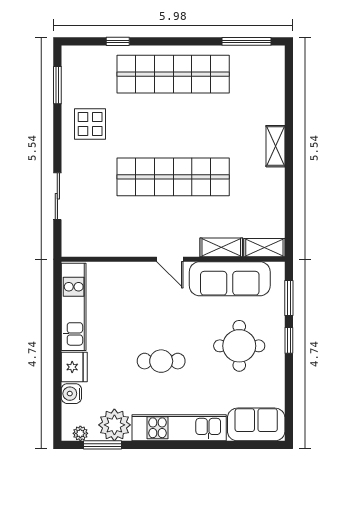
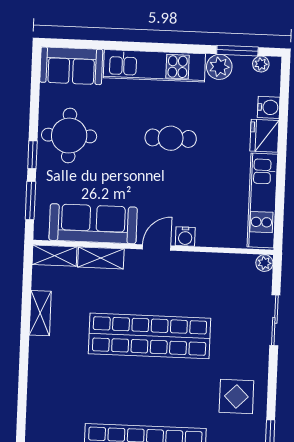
shelving: (275, 146) -> (40, 313), moved
plant: (69, 249) -> (264, 263), added
door: (170, 259) -> (157, 247), hinge flipped
water cooler: (144, 270) -> (185, 237), added
round table: (239, 346) -> (69, 136), moved
plant: (114, 425) -> (219, 67), width x0.73, depth x0.73

